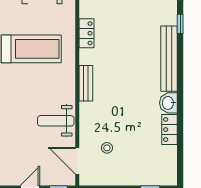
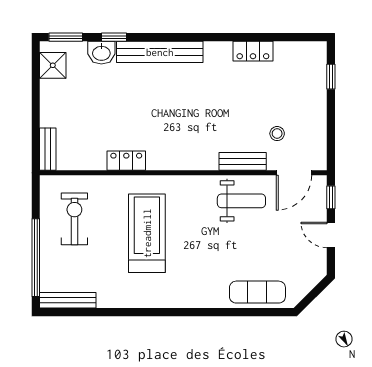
bench: (86, 83) -> (243, 161), moved
washbasin: (168, 103) -> (101, 53), moved
weight bench: (56, 121) -> (241, 201), turned -90

